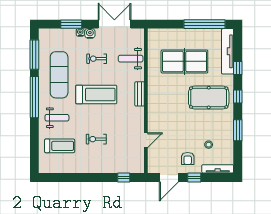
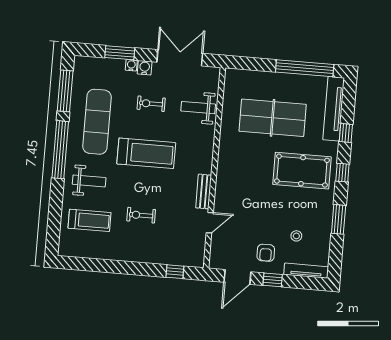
bench: (140, 94) -> (204, 191), moved

